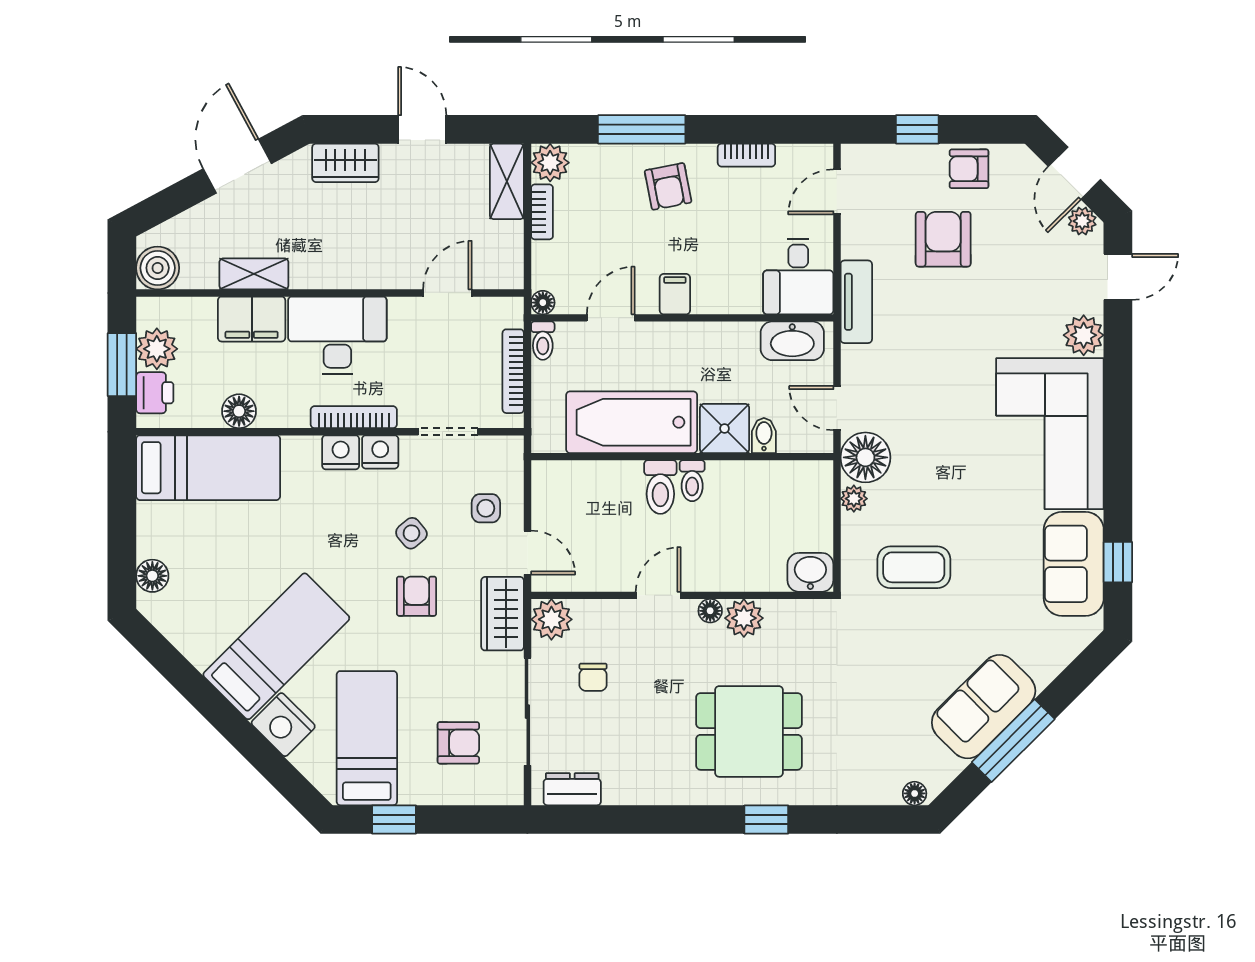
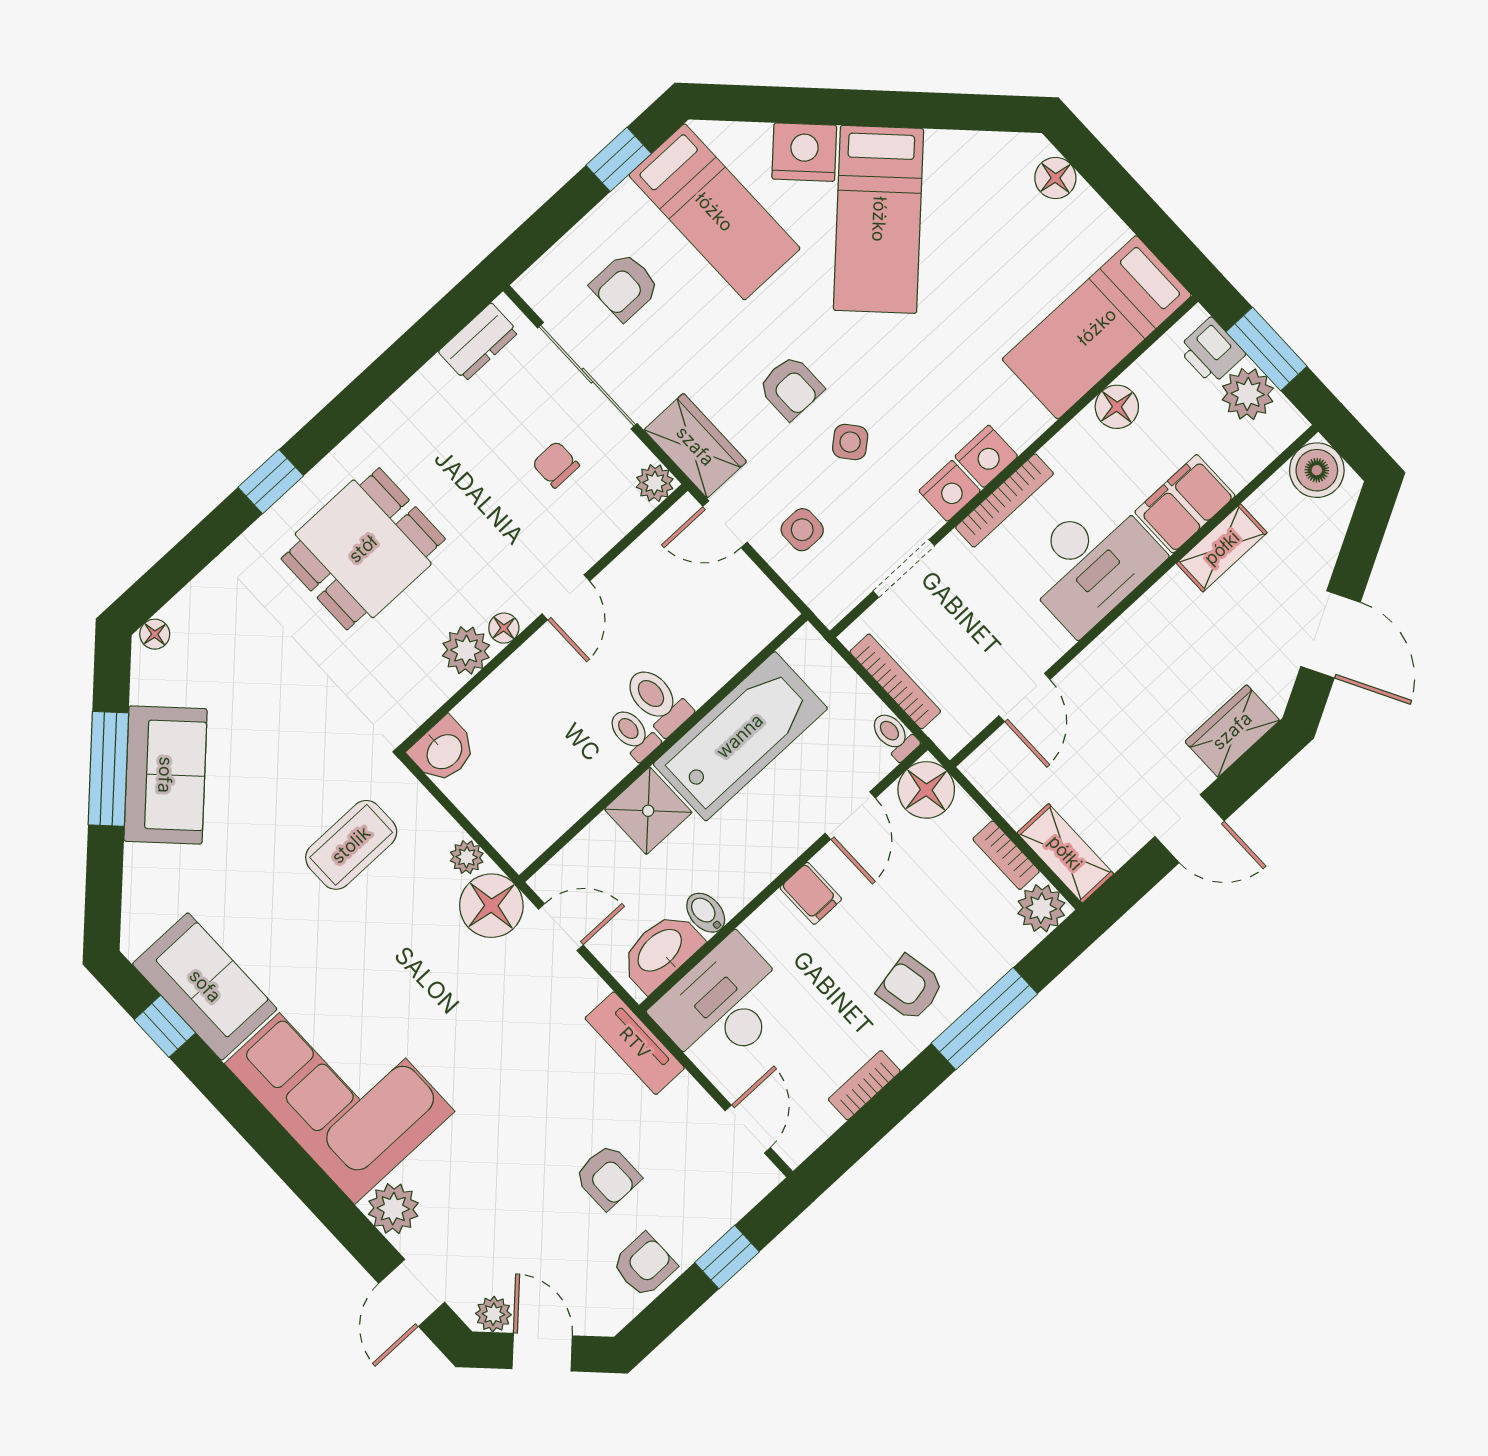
armchair: (943, 239) -> (608, 1177), width x0.72, depth x0.72
desk: (798, 276) -> (723, 1005), width x1.37
floor lamp: (543, 303) -> (926, 790), width x1.89, depth x1.89
bidet: (764, 435) -> (706, 913), moved, turned 180
plant: (551, 619) -> (655, 483), width x0.73, depth x0.73

